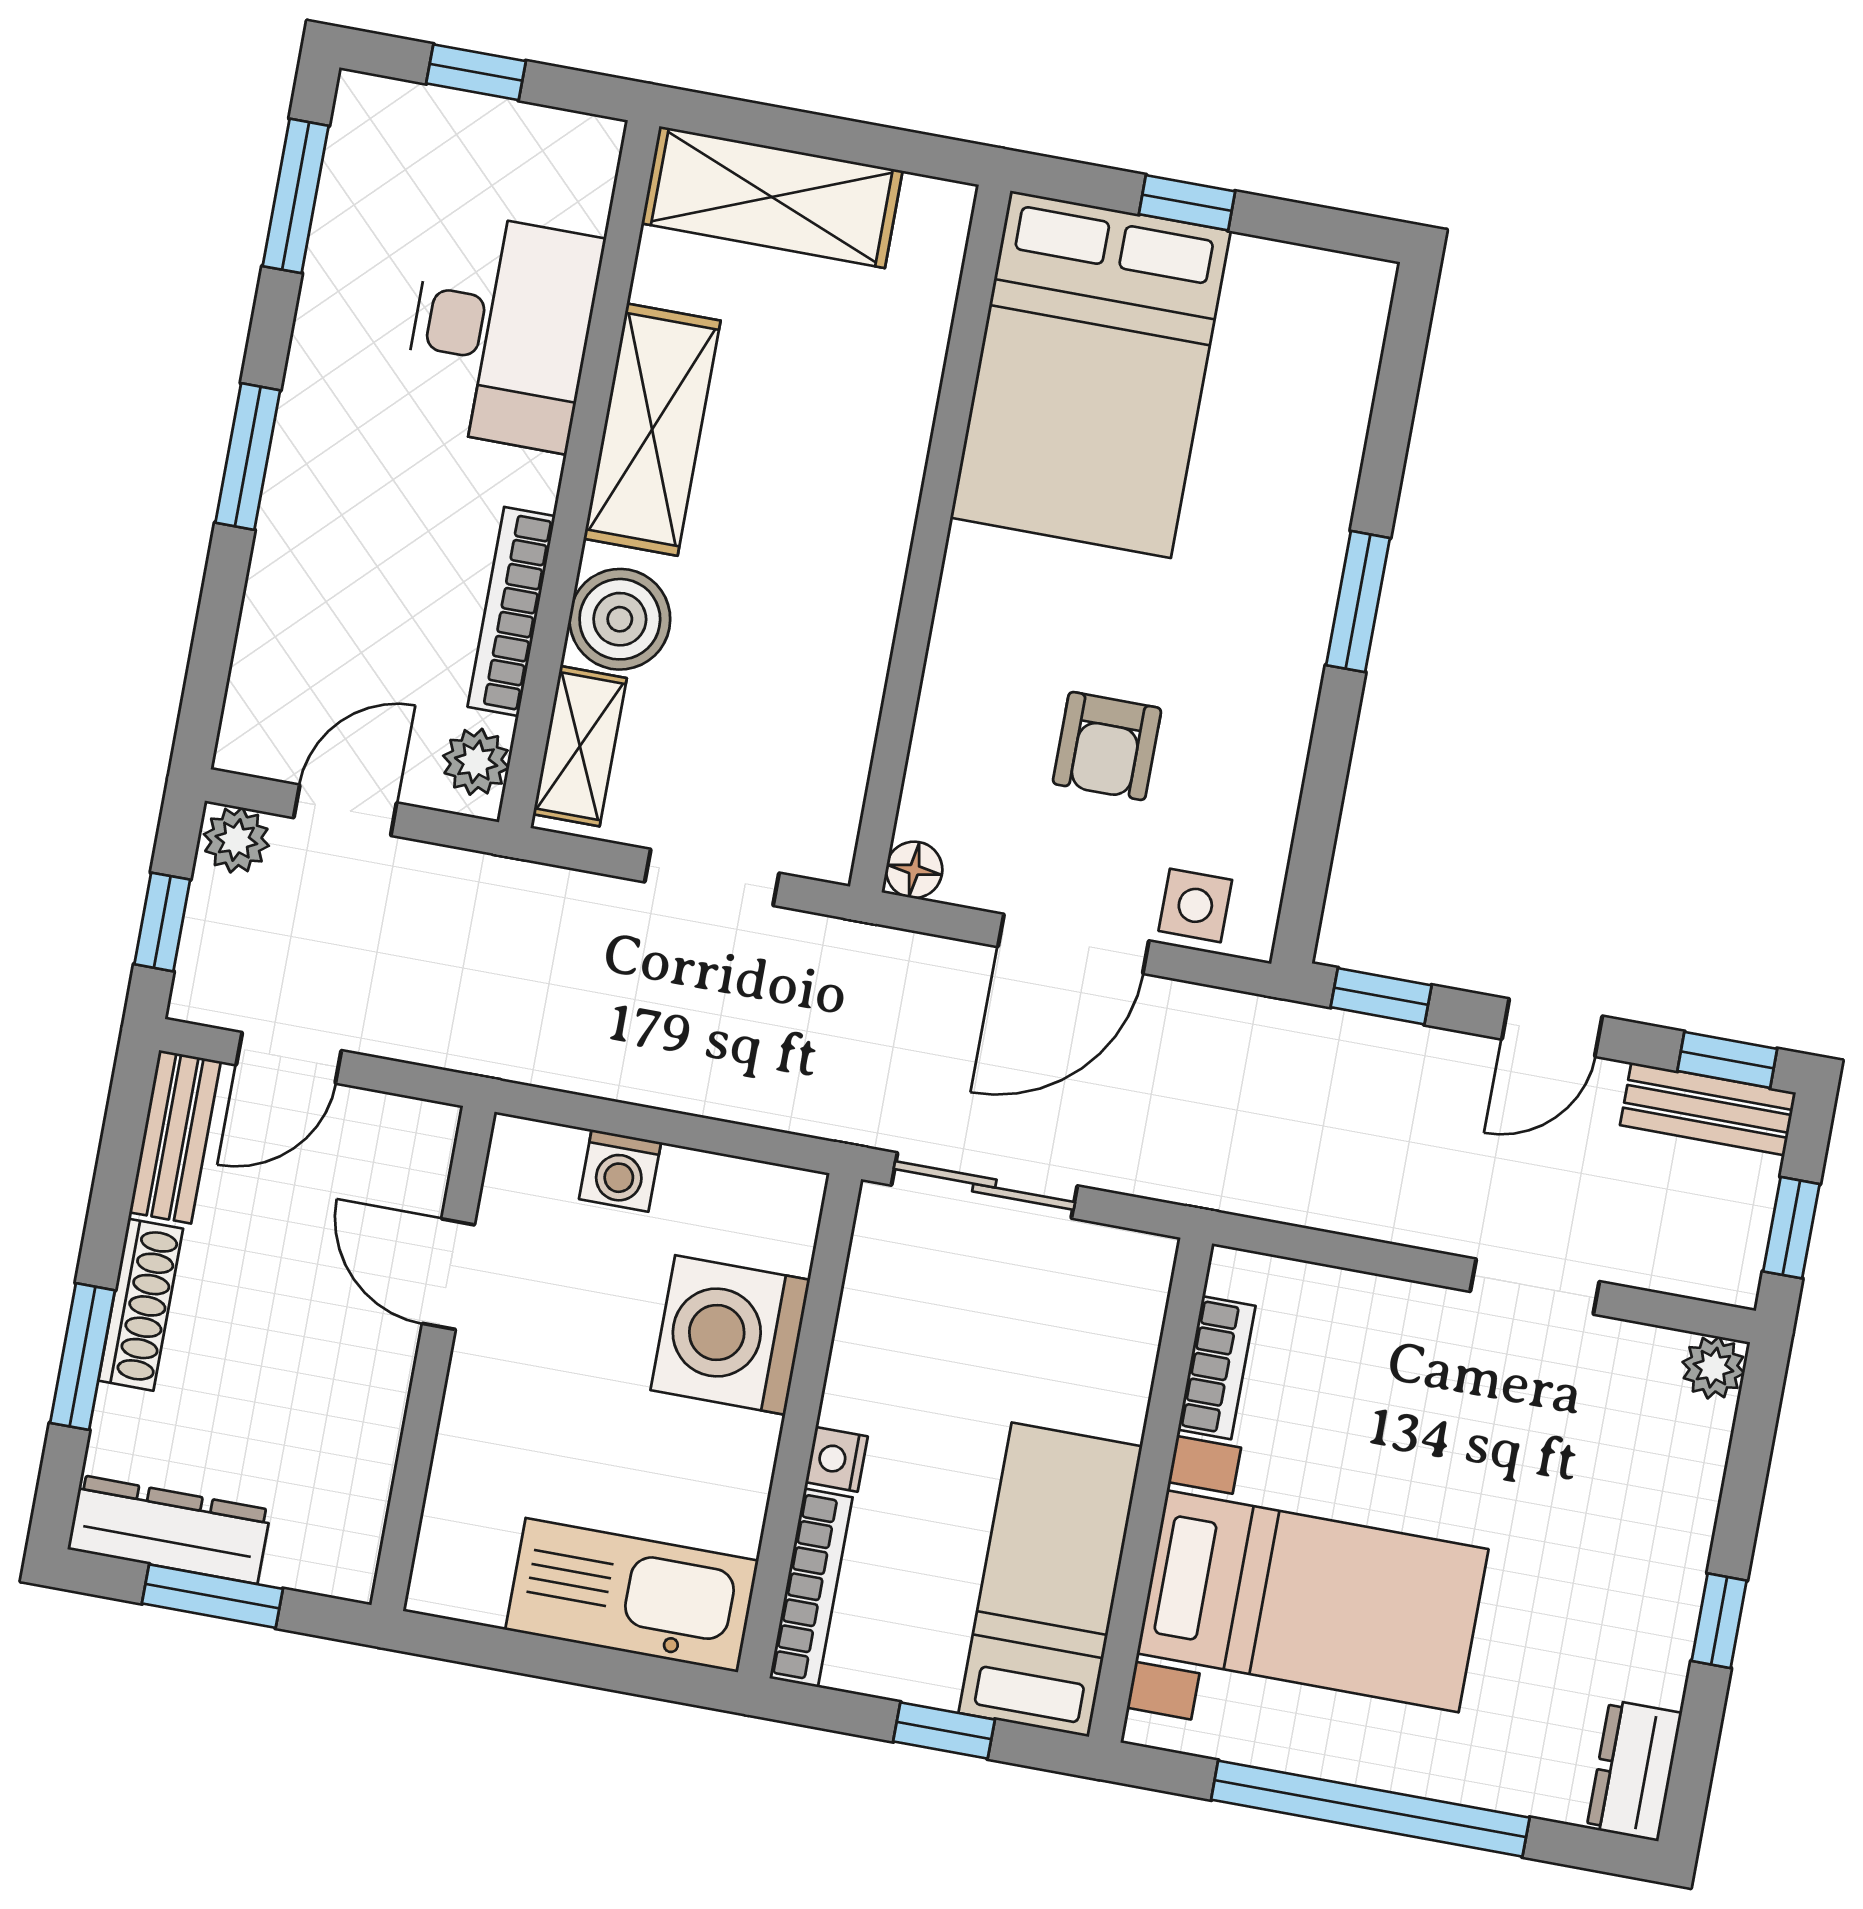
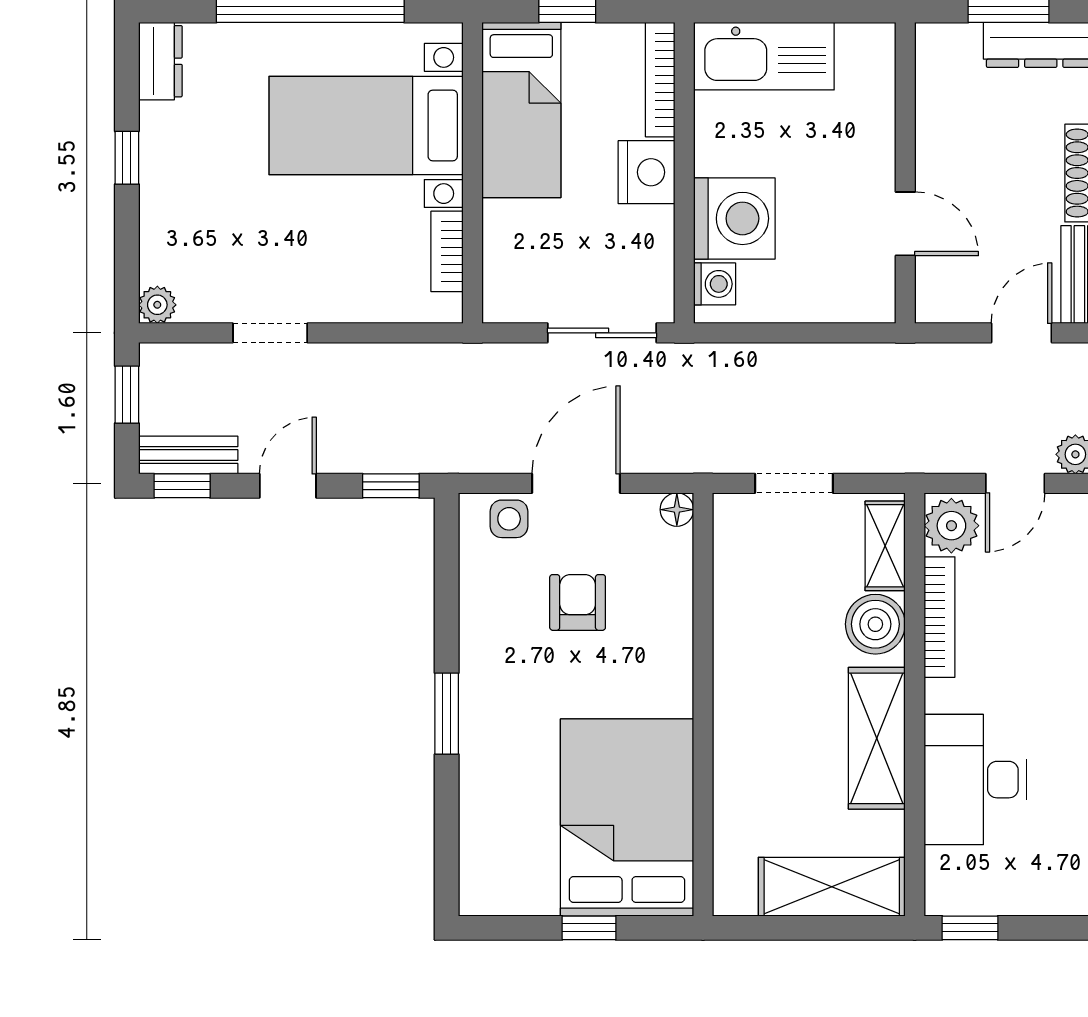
window: (476, 72) -> (970, 928), moved
plant: (476, 762) -> (951, 526), width x1.38, depth x1.38
washing machine: (620, 1171) -> (715, 284), moved, turned 90
nightstand: (837, 1459) -> (646, 172), width x1.89, depth x1.79

